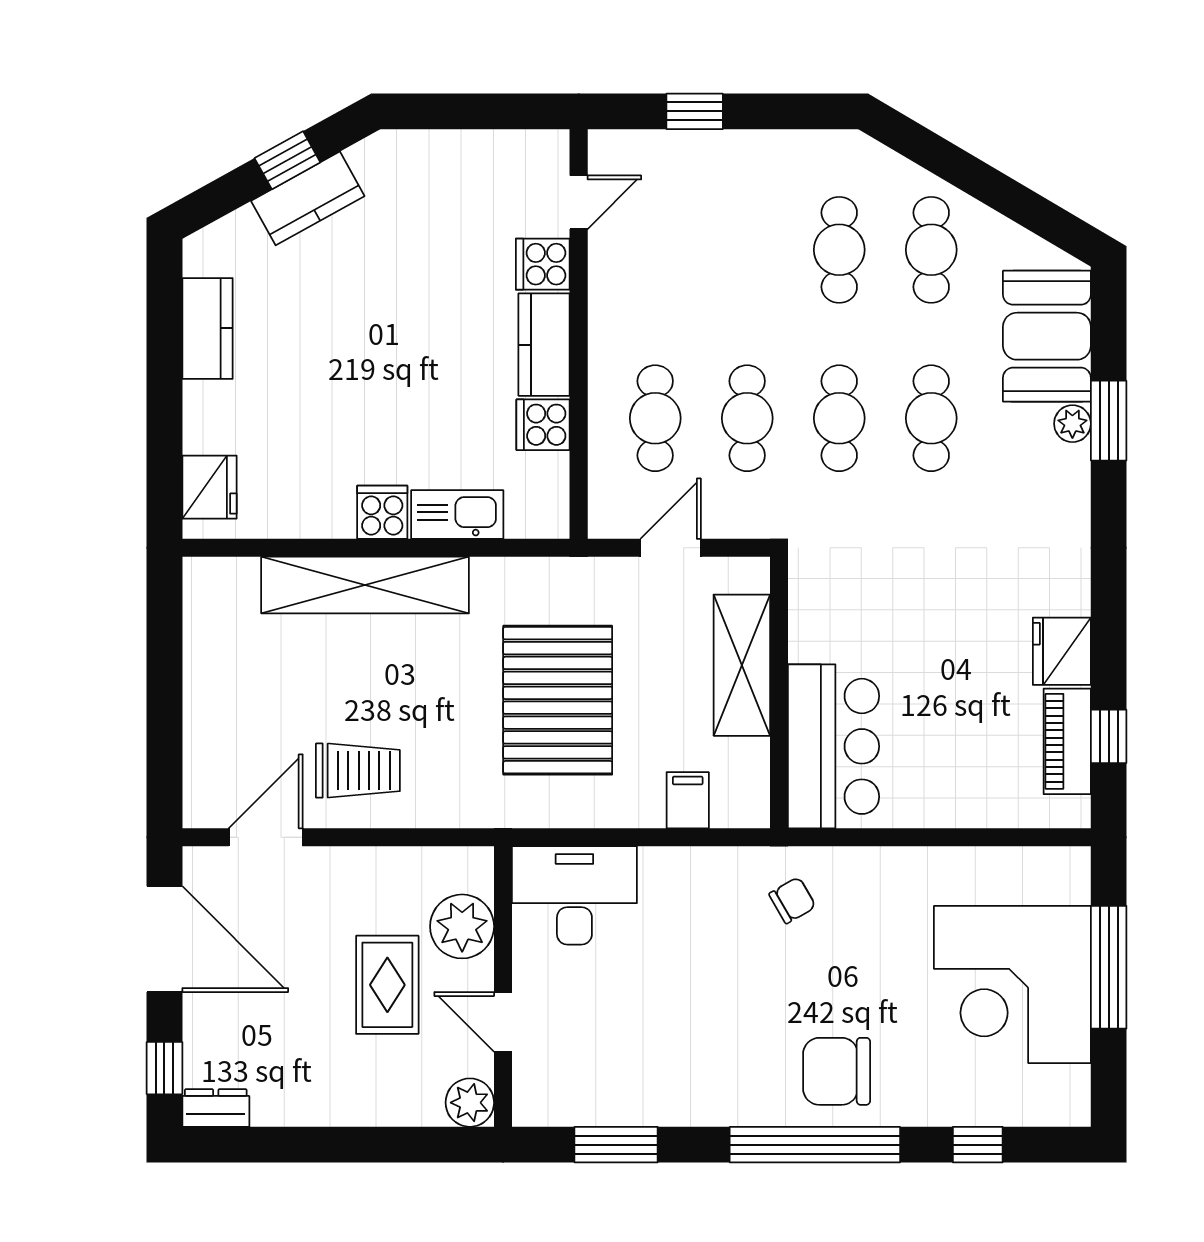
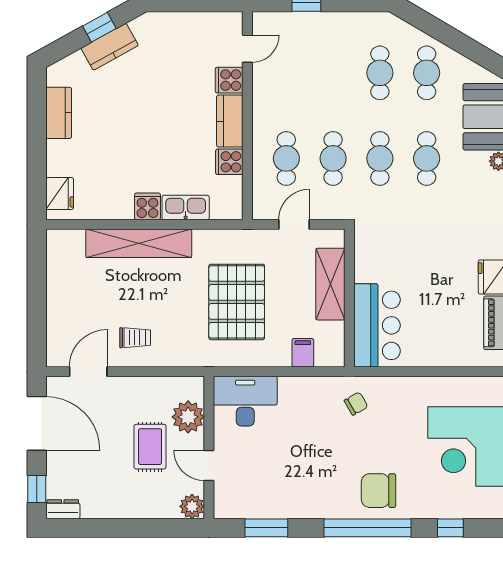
trolley: (358, 771) -> (135, 338), width x0.73, depth x0.72

